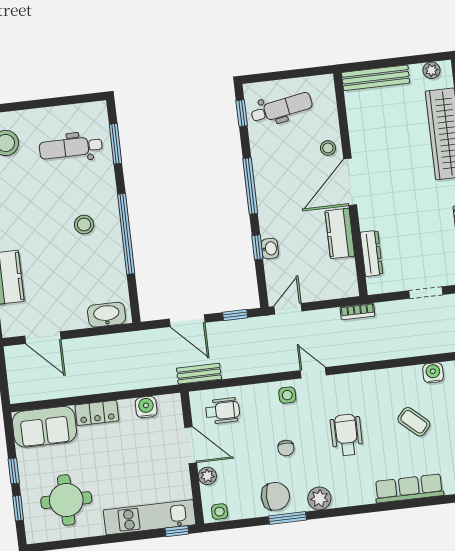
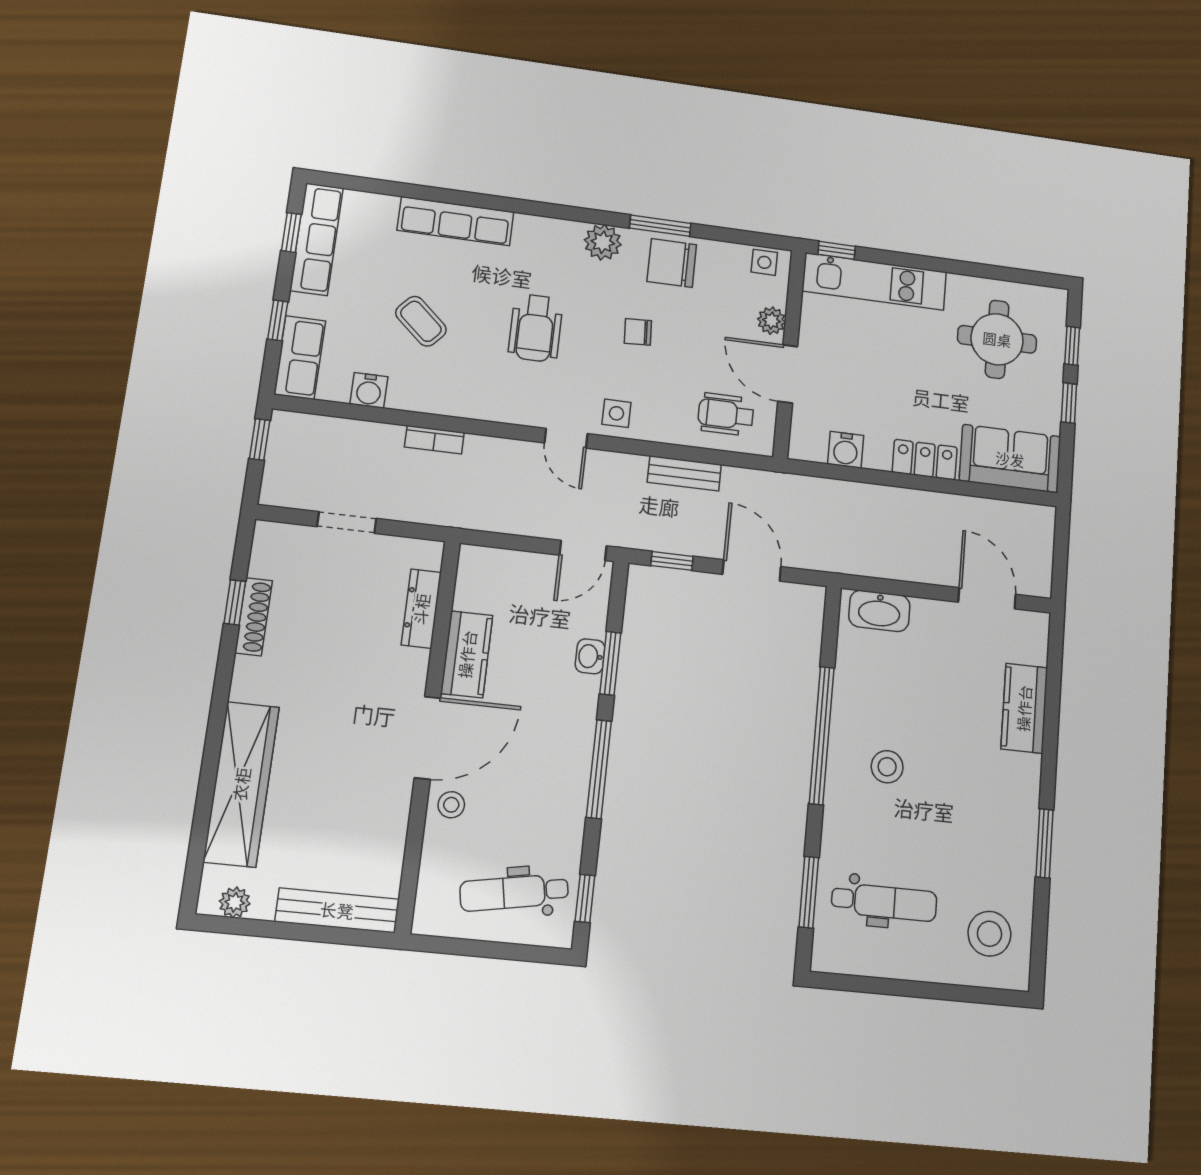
window: (257, 247) -> (610, 663), width x1.50
bookcase: (357, 312) -> (434, 440), moved, turned 180
bench: (199, 374) -> (684, 473), moved
chair: (286, 448) -> (638, 332), turned -93

